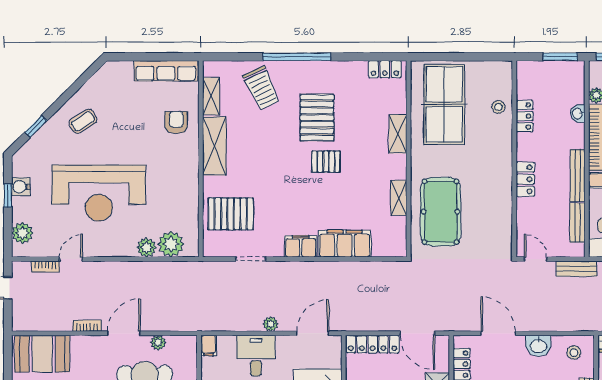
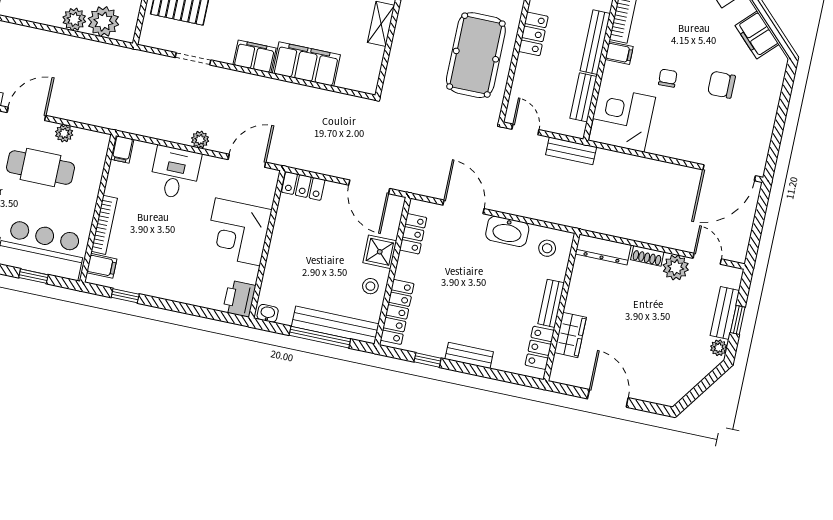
pool table: (441, 212) -> (476, 55), moved
locker: (373, 344) -> (303, 186), width x0.66
washbasin: (538, 346) -> (507, 231), width x1.38

